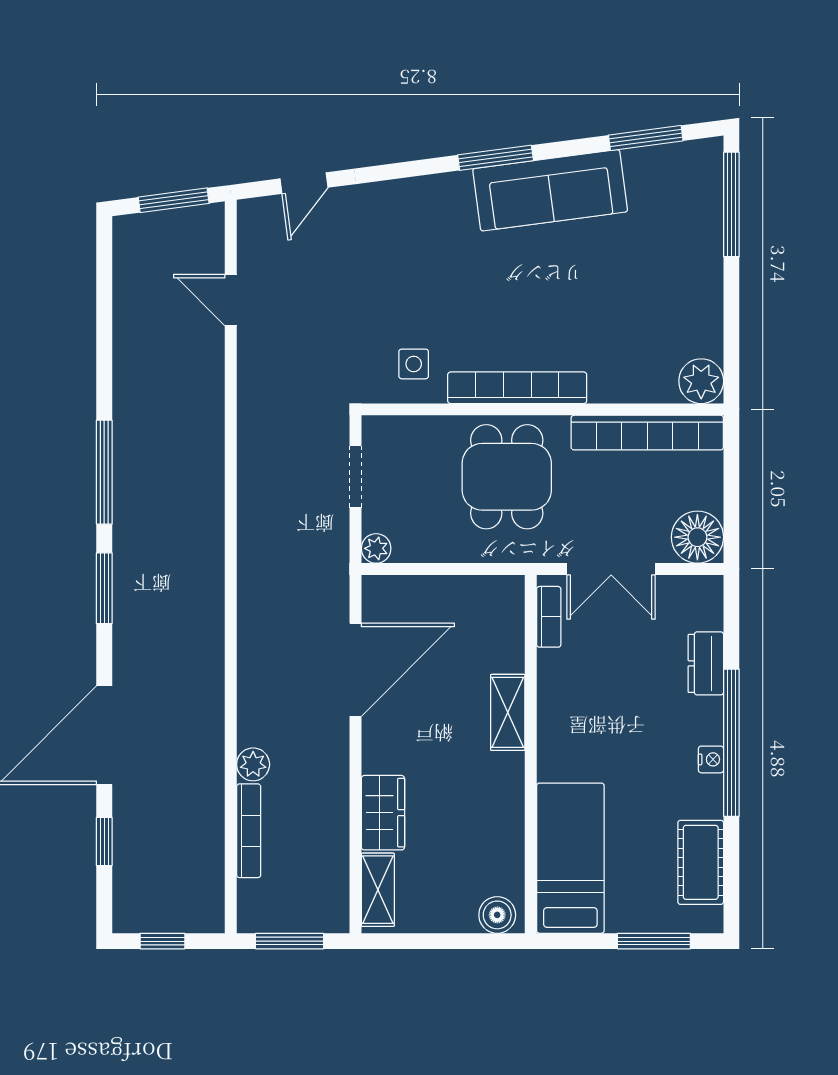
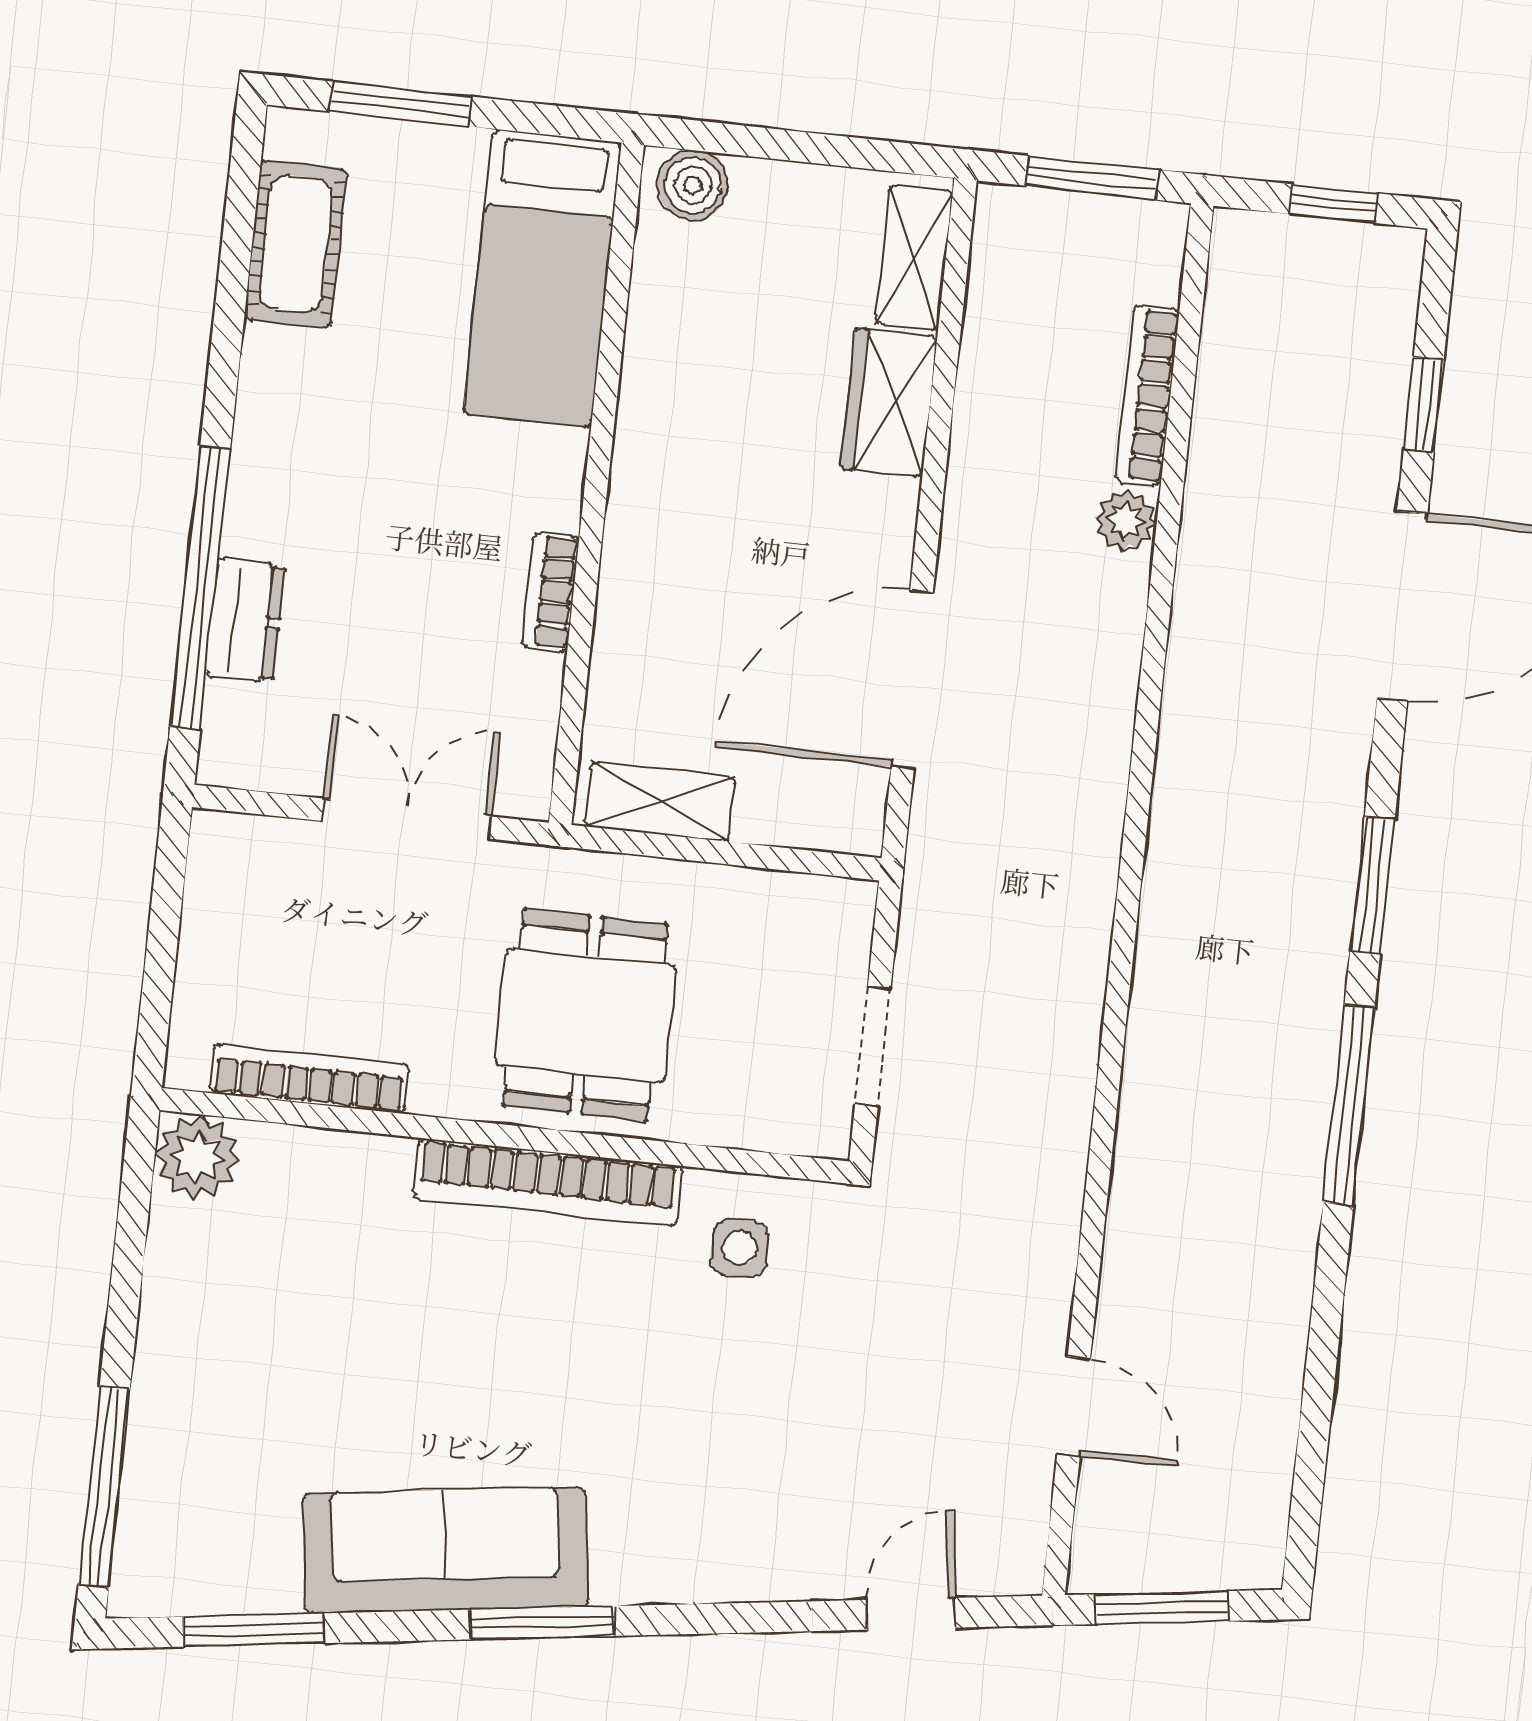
bookcase: (647, 433) -> (309, 1078), width x0.68, depth x0.76
floor lamp: (697, 537) -> (236, 862), removed
plant: (376, 548) -> (848, 906), removed
bookcase: (549, 617) -> (550, 592), moved
shelving: (508, 712) -> (660, 802), moved, turned 90
window: (731, 743) -> (200, 588), moved
nightstand: (711, 759) -> (255, 437), removed

